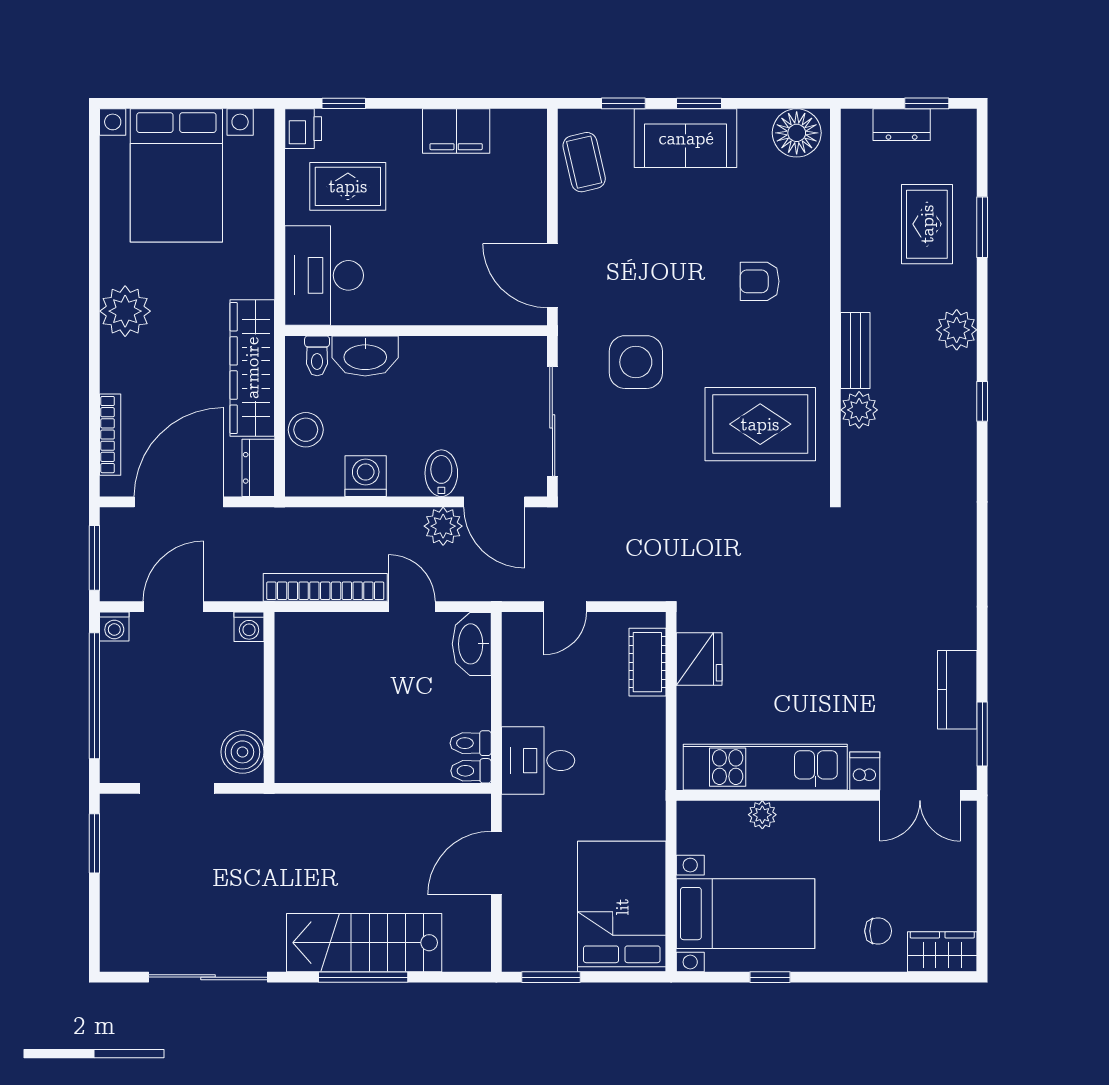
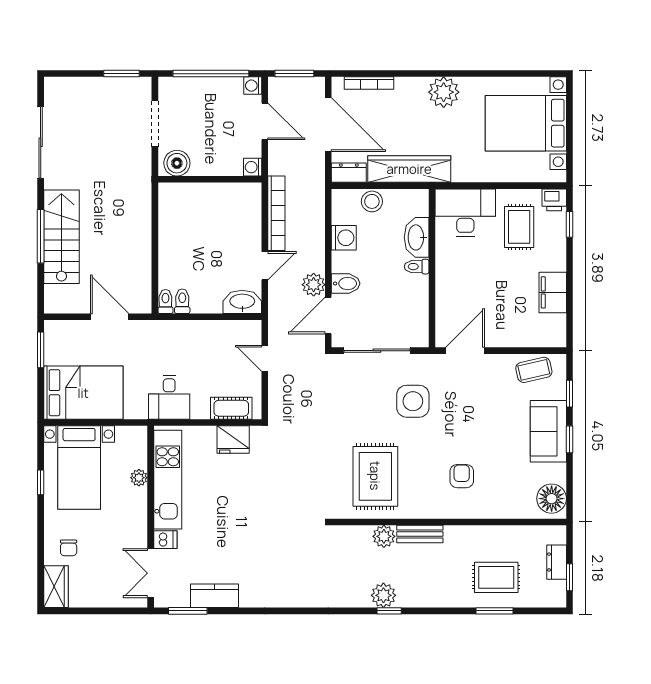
plant: (957, 330) -> (383, 595), moved
toilet: (317, 356) -> (417, 267), moved
desk: (538, 761) -> (169, 397), moved, turned 180

